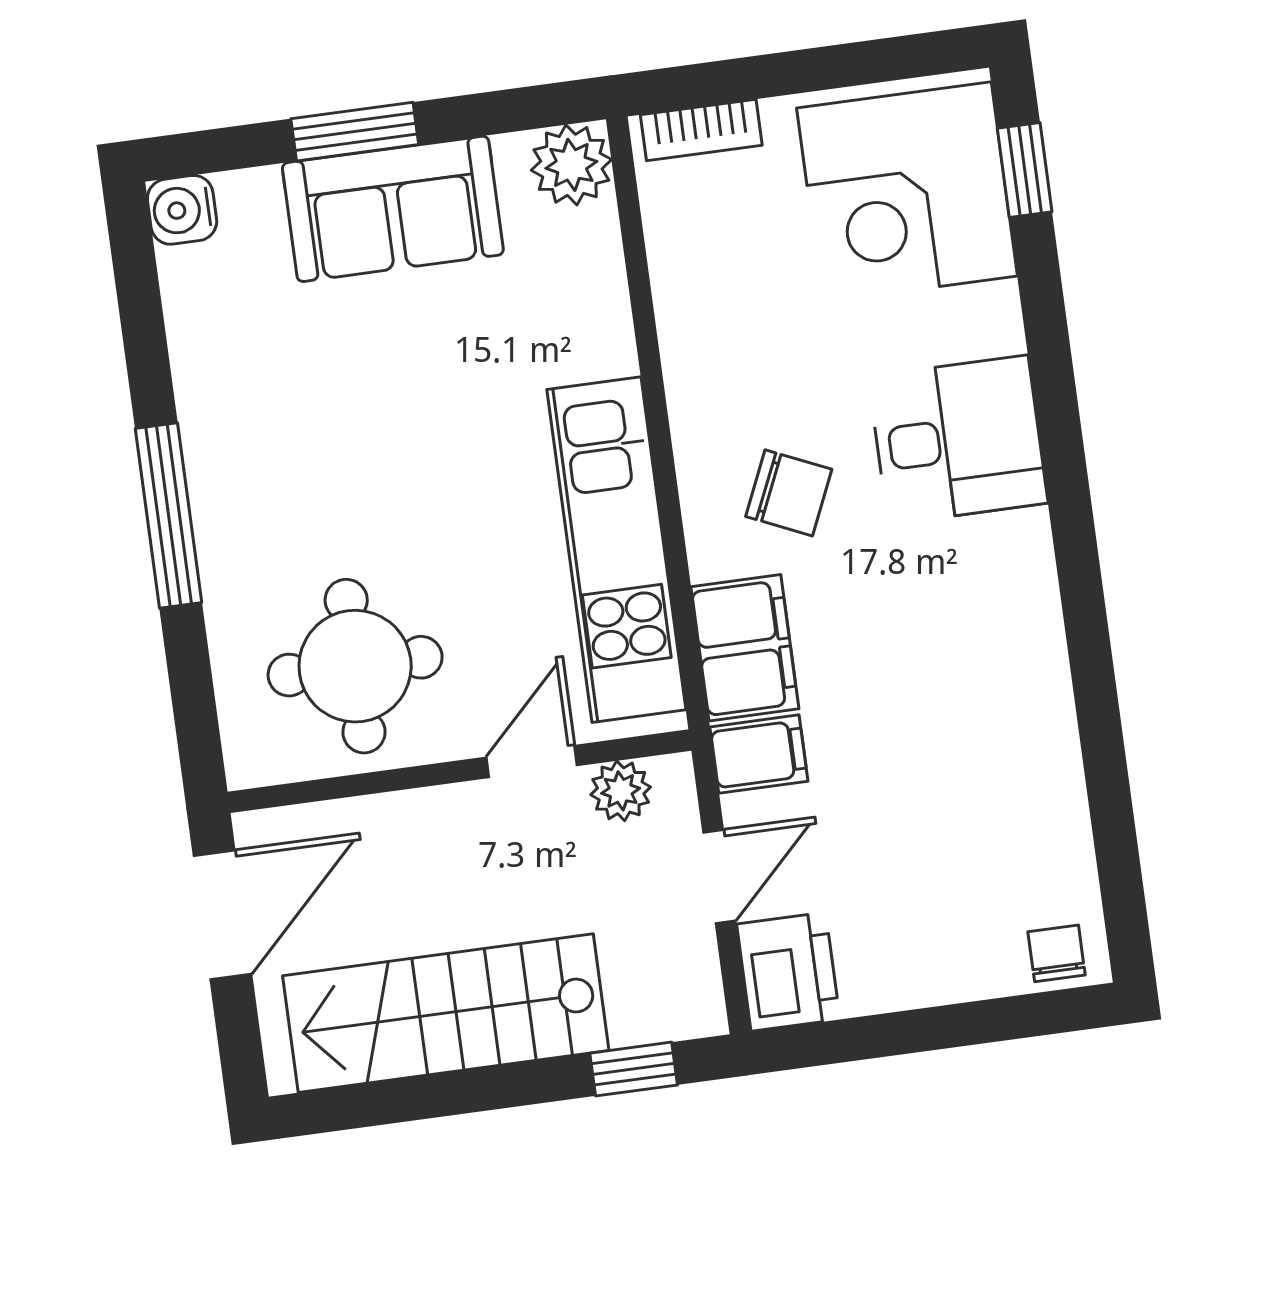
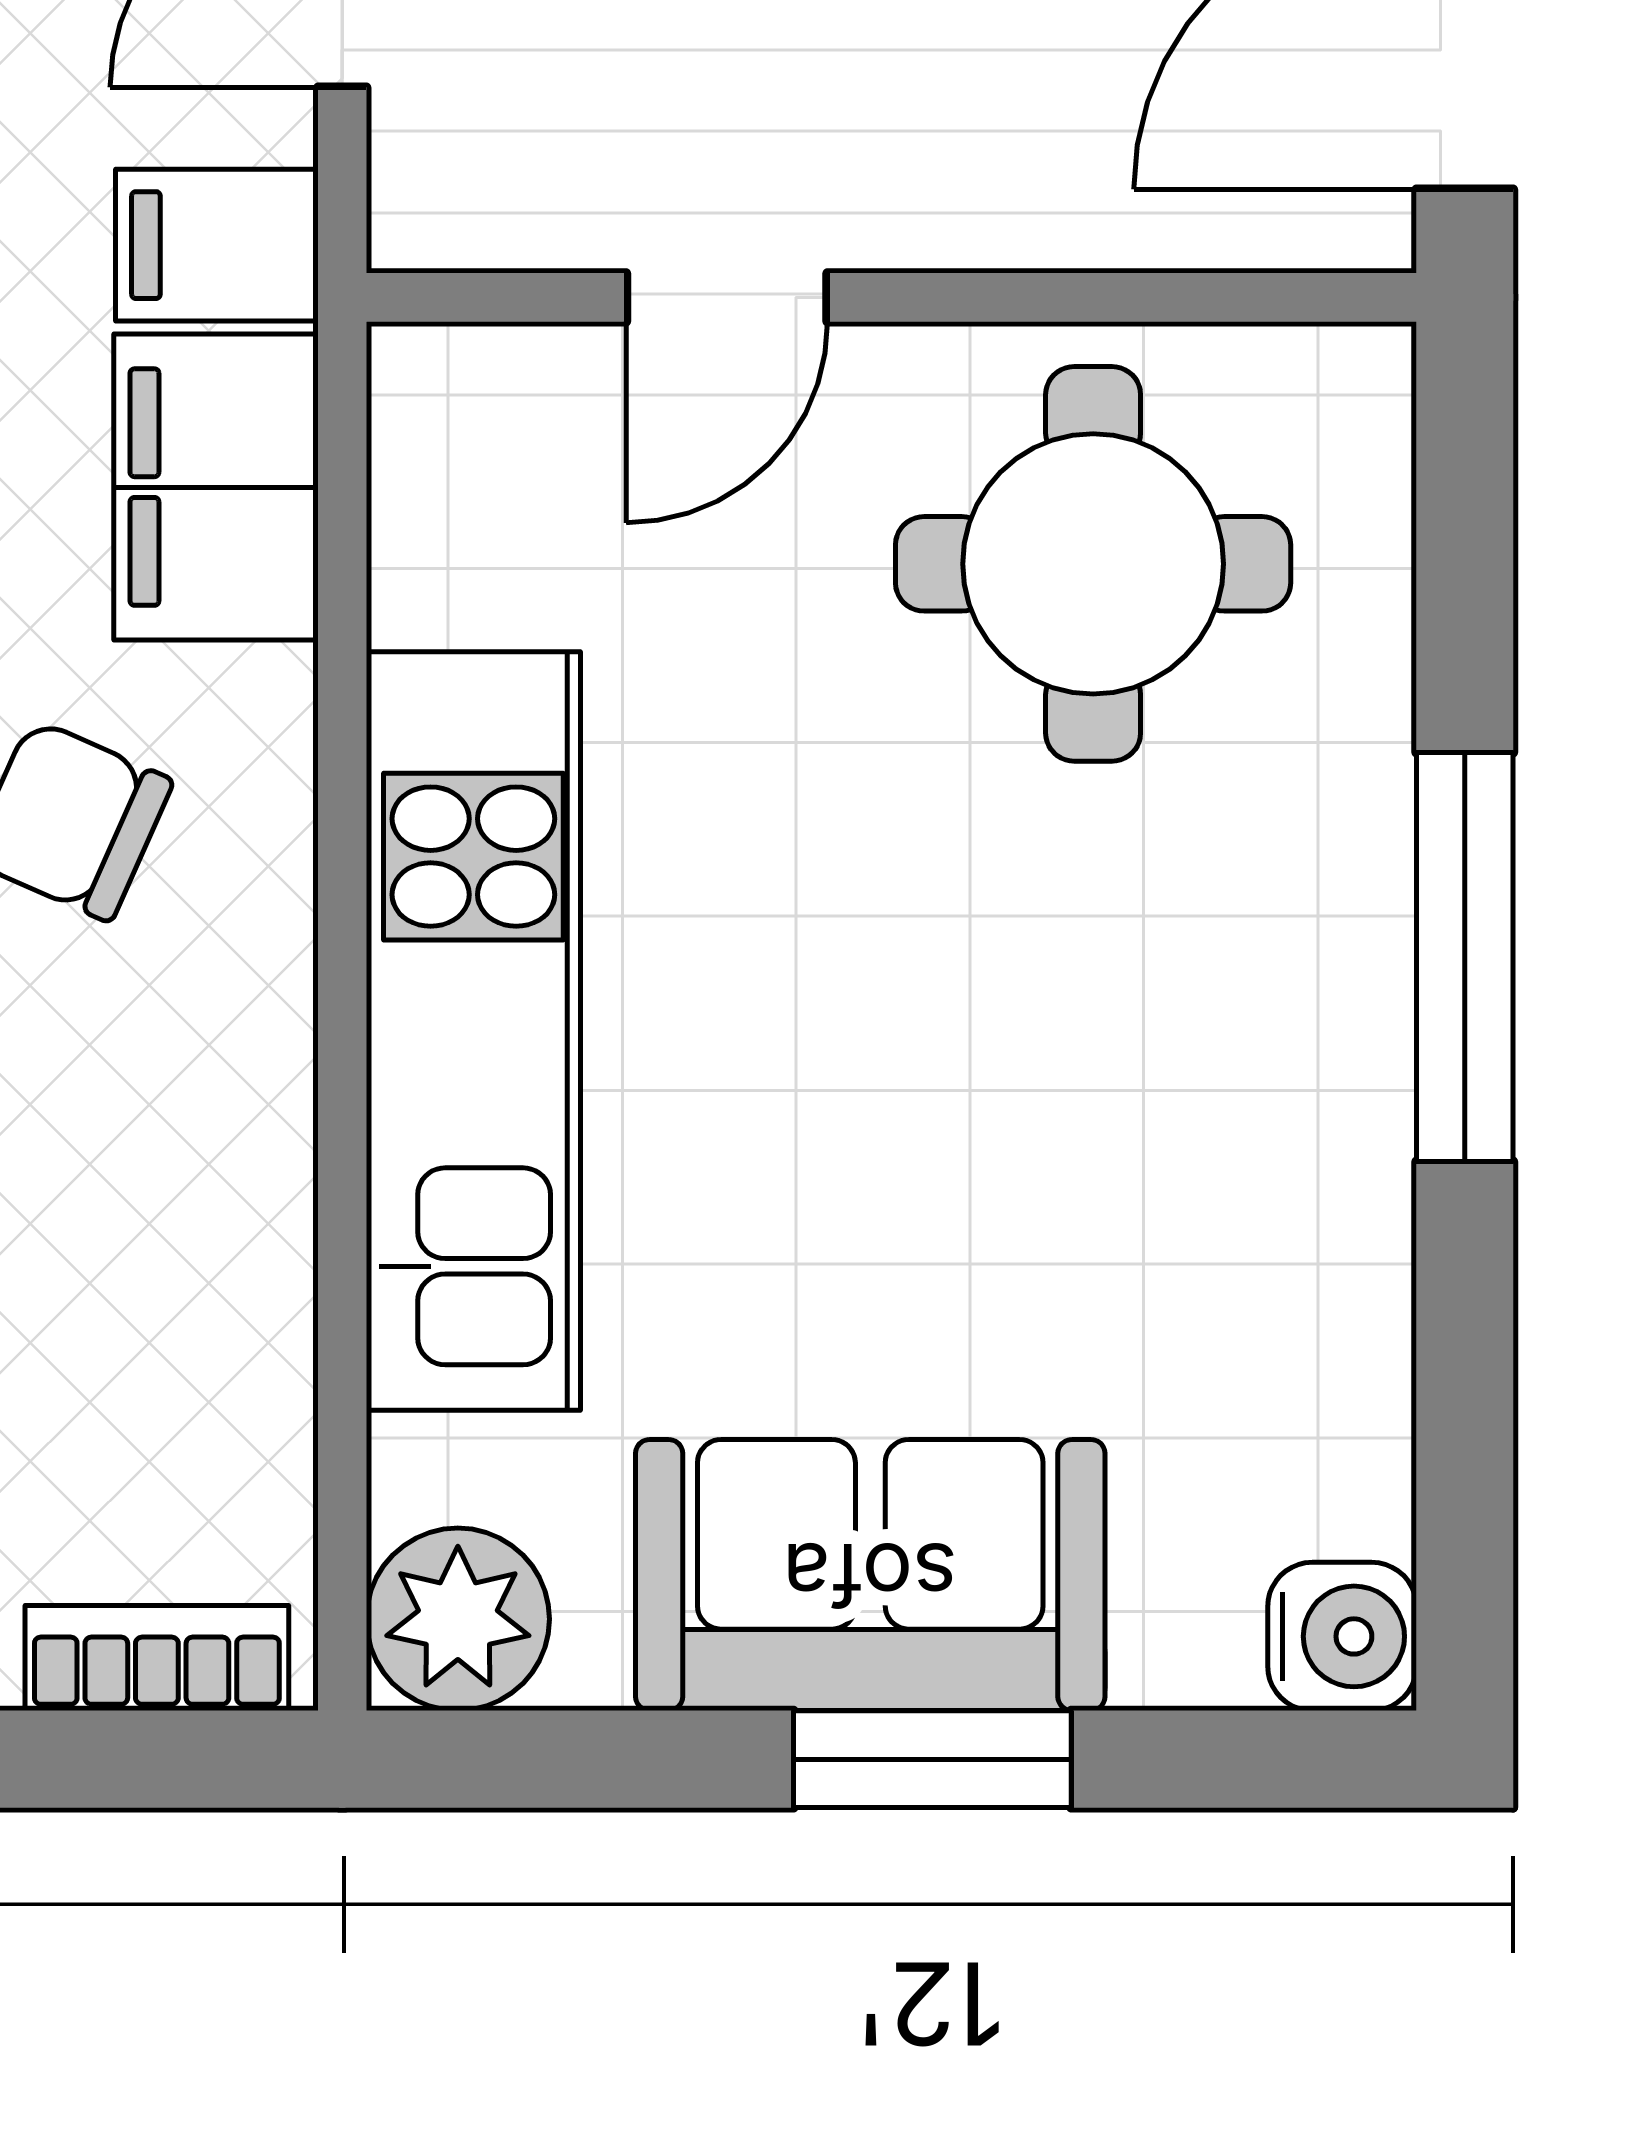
kitchen unit: (616, 550) -> (473, 1031), moved
plant: (621, 791) -> (537, 205), removed

